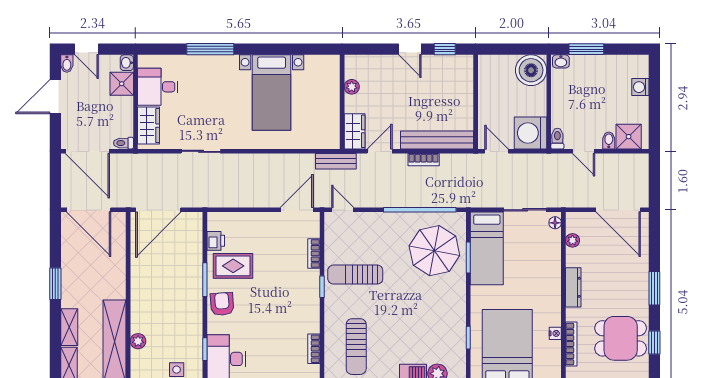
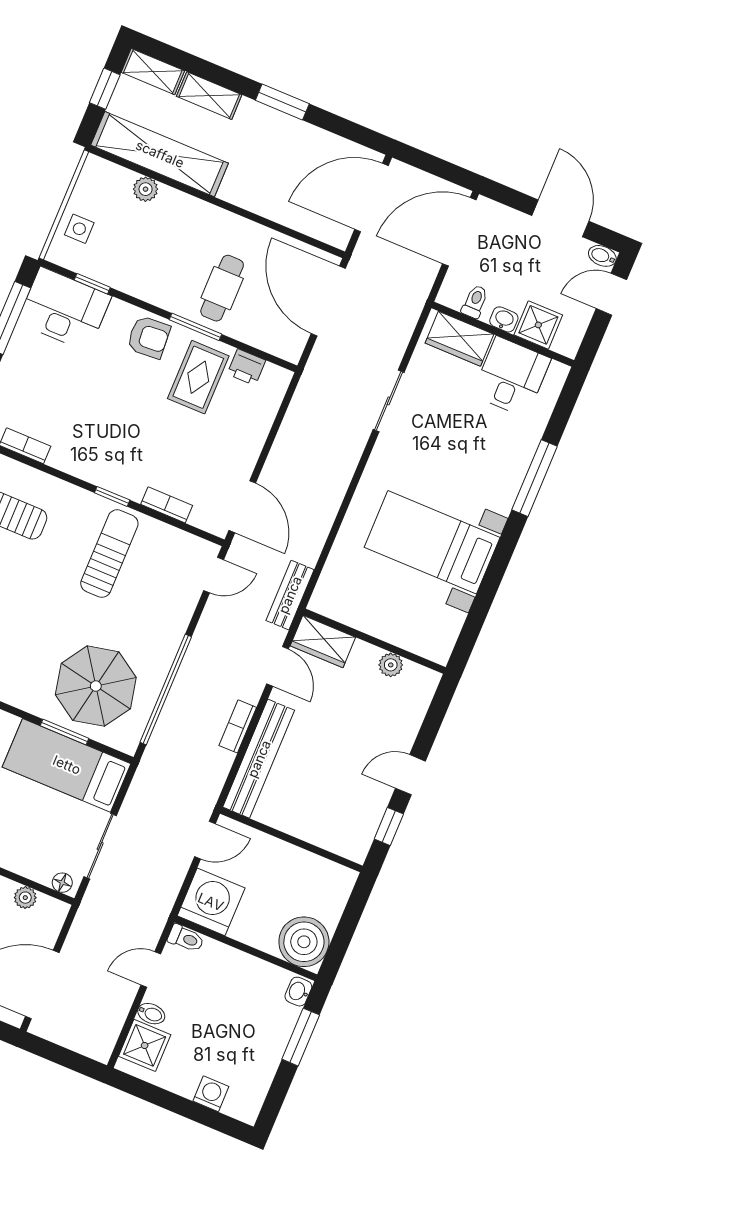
washbasin: (127, 63) -> (504, 319), moved
toilet: (123, 143) -> (475, 302), moved
cafe table: (176, 274) -> (222, 288), added

